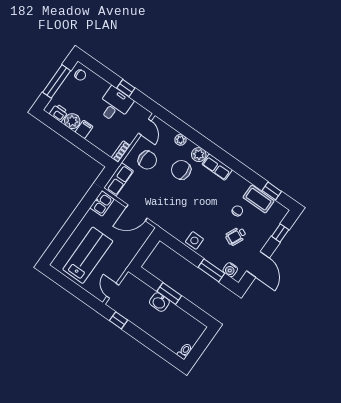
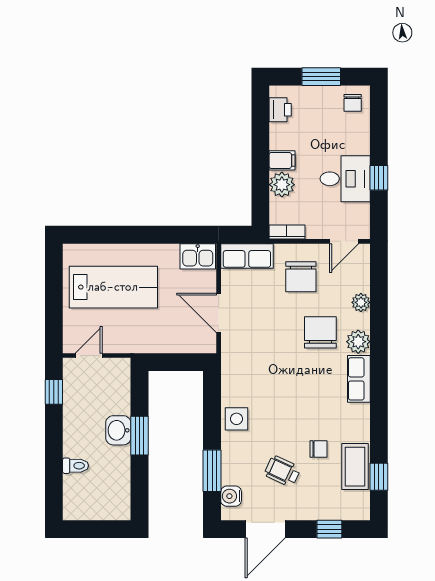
window: (57, 81) -> (321, 77), width x0.69
plant: (72, 121) -> (282, 185), moved
toilet: (185, 351) -> (76, 466), moved

